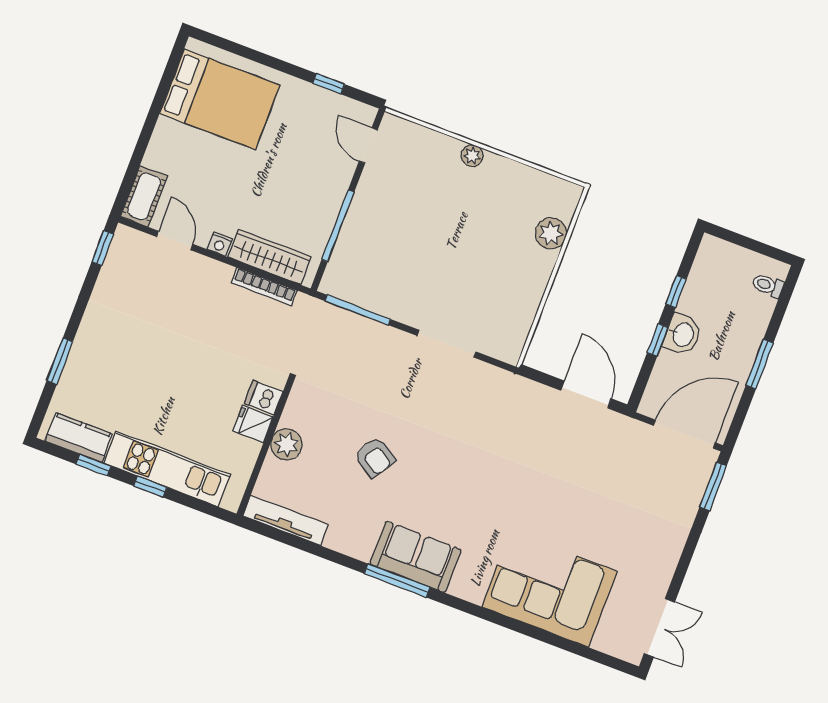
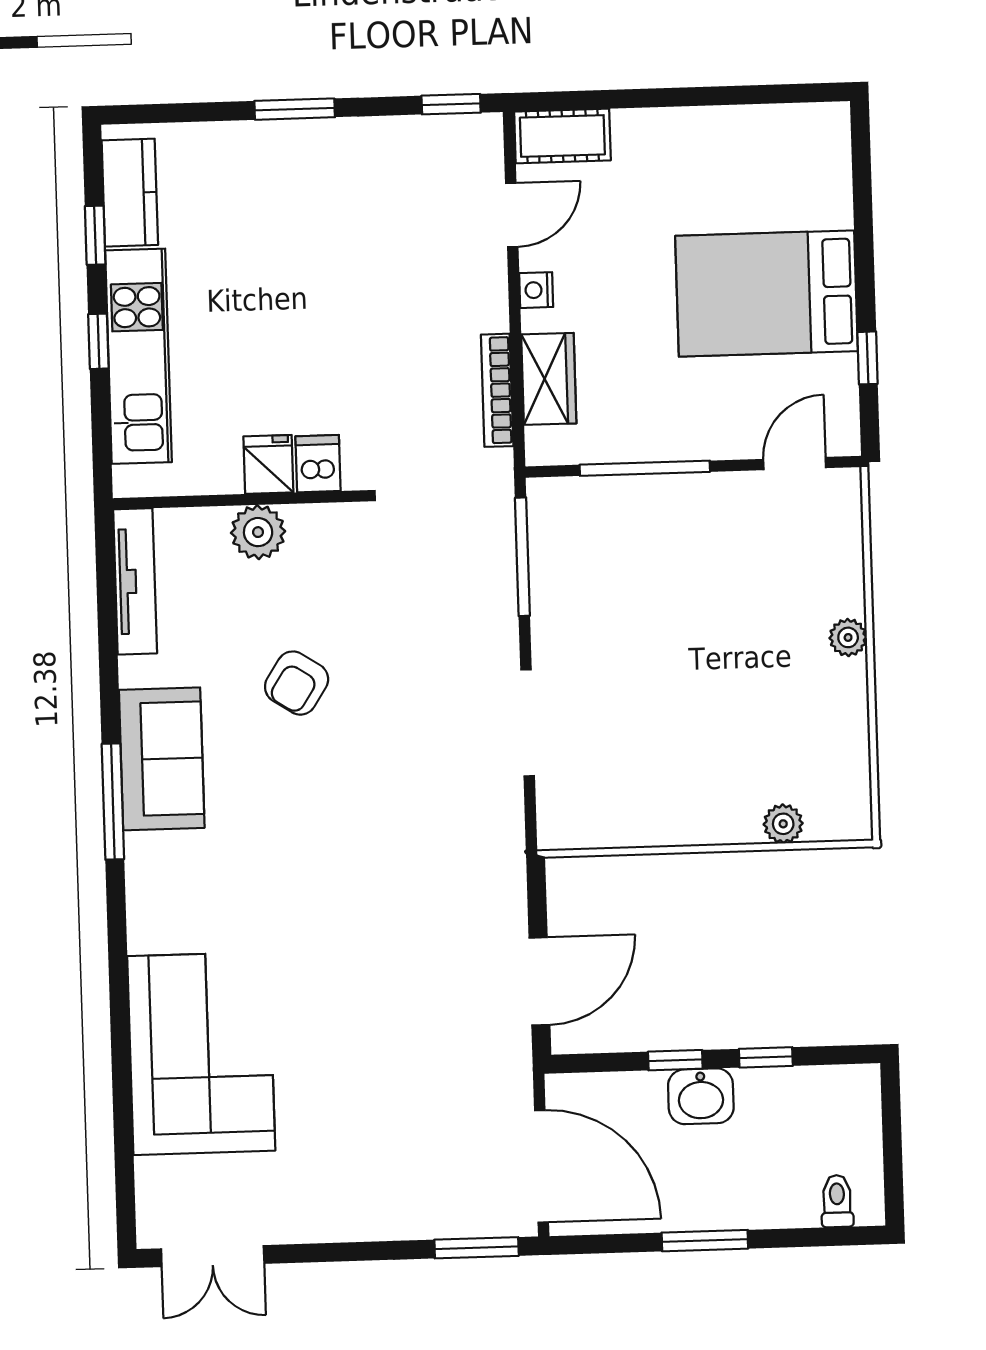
bed: (220, 99) -> (767, 293), moved, turned 90
plant: (551, 233) -> (783, 824), width x0.73, depth x0.73
wardrobe: (269, 257) -> (549, 379), width x0.67
window: (60, 361) -> (295, 109), moved
sofa: (416, 557) -> (162, 759), moved

